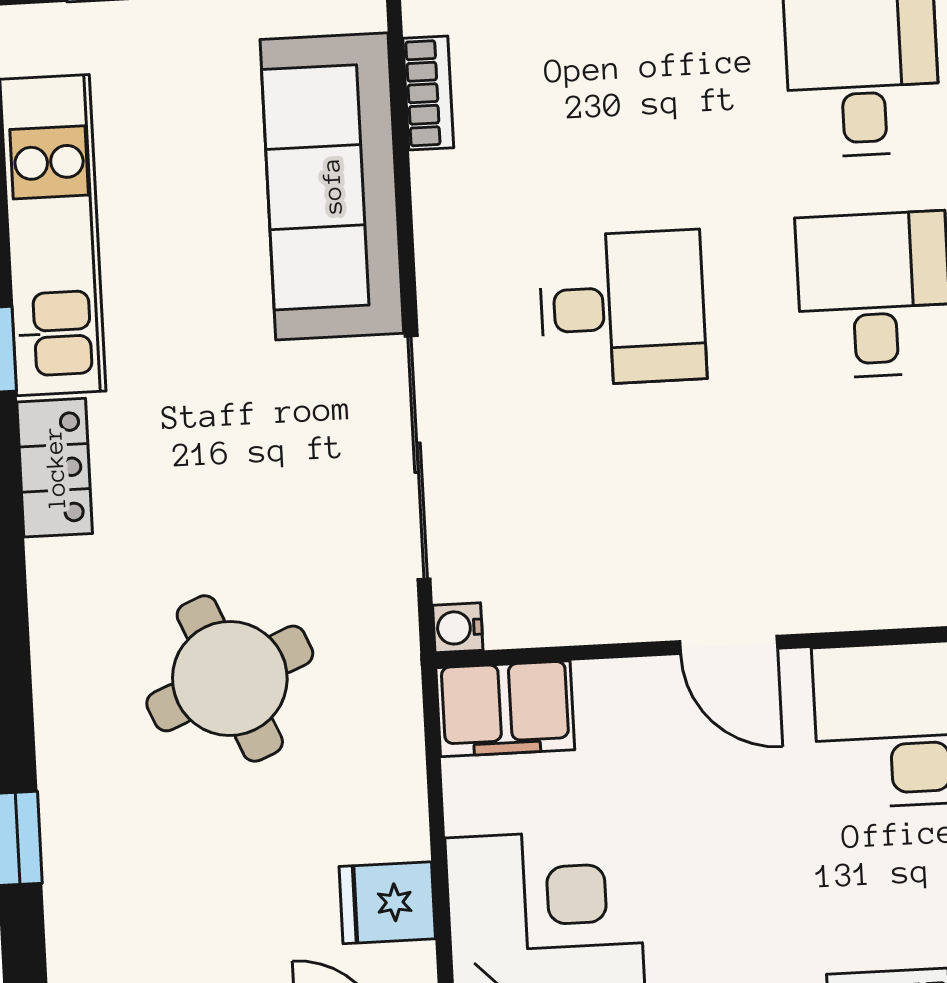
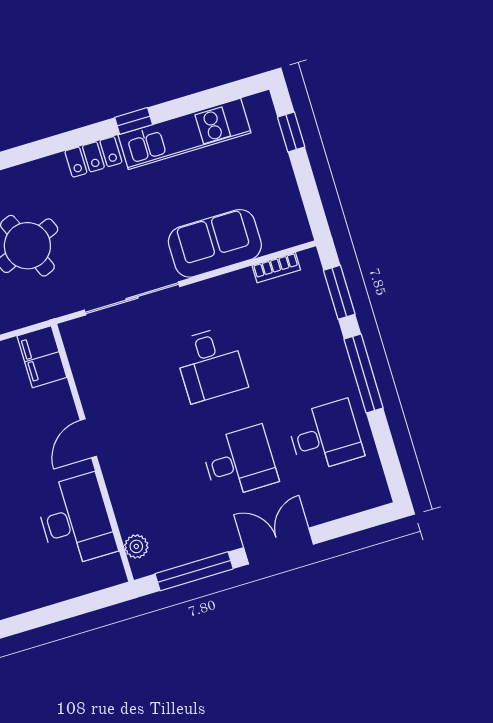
sofa: (332, 186) -> (215, 243), width x0.73
water cooler: (458, 628) -> (69, 330), removed

